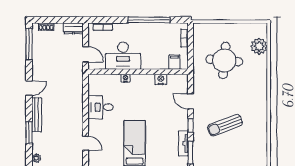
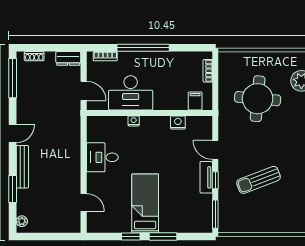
window: (149, 20) -> (143, 48), moved
tv unit: (183, 143) -> (206, 177), moved

